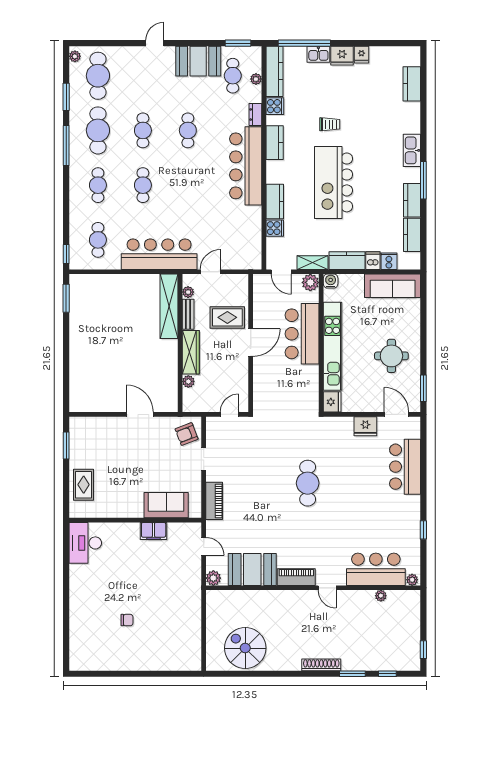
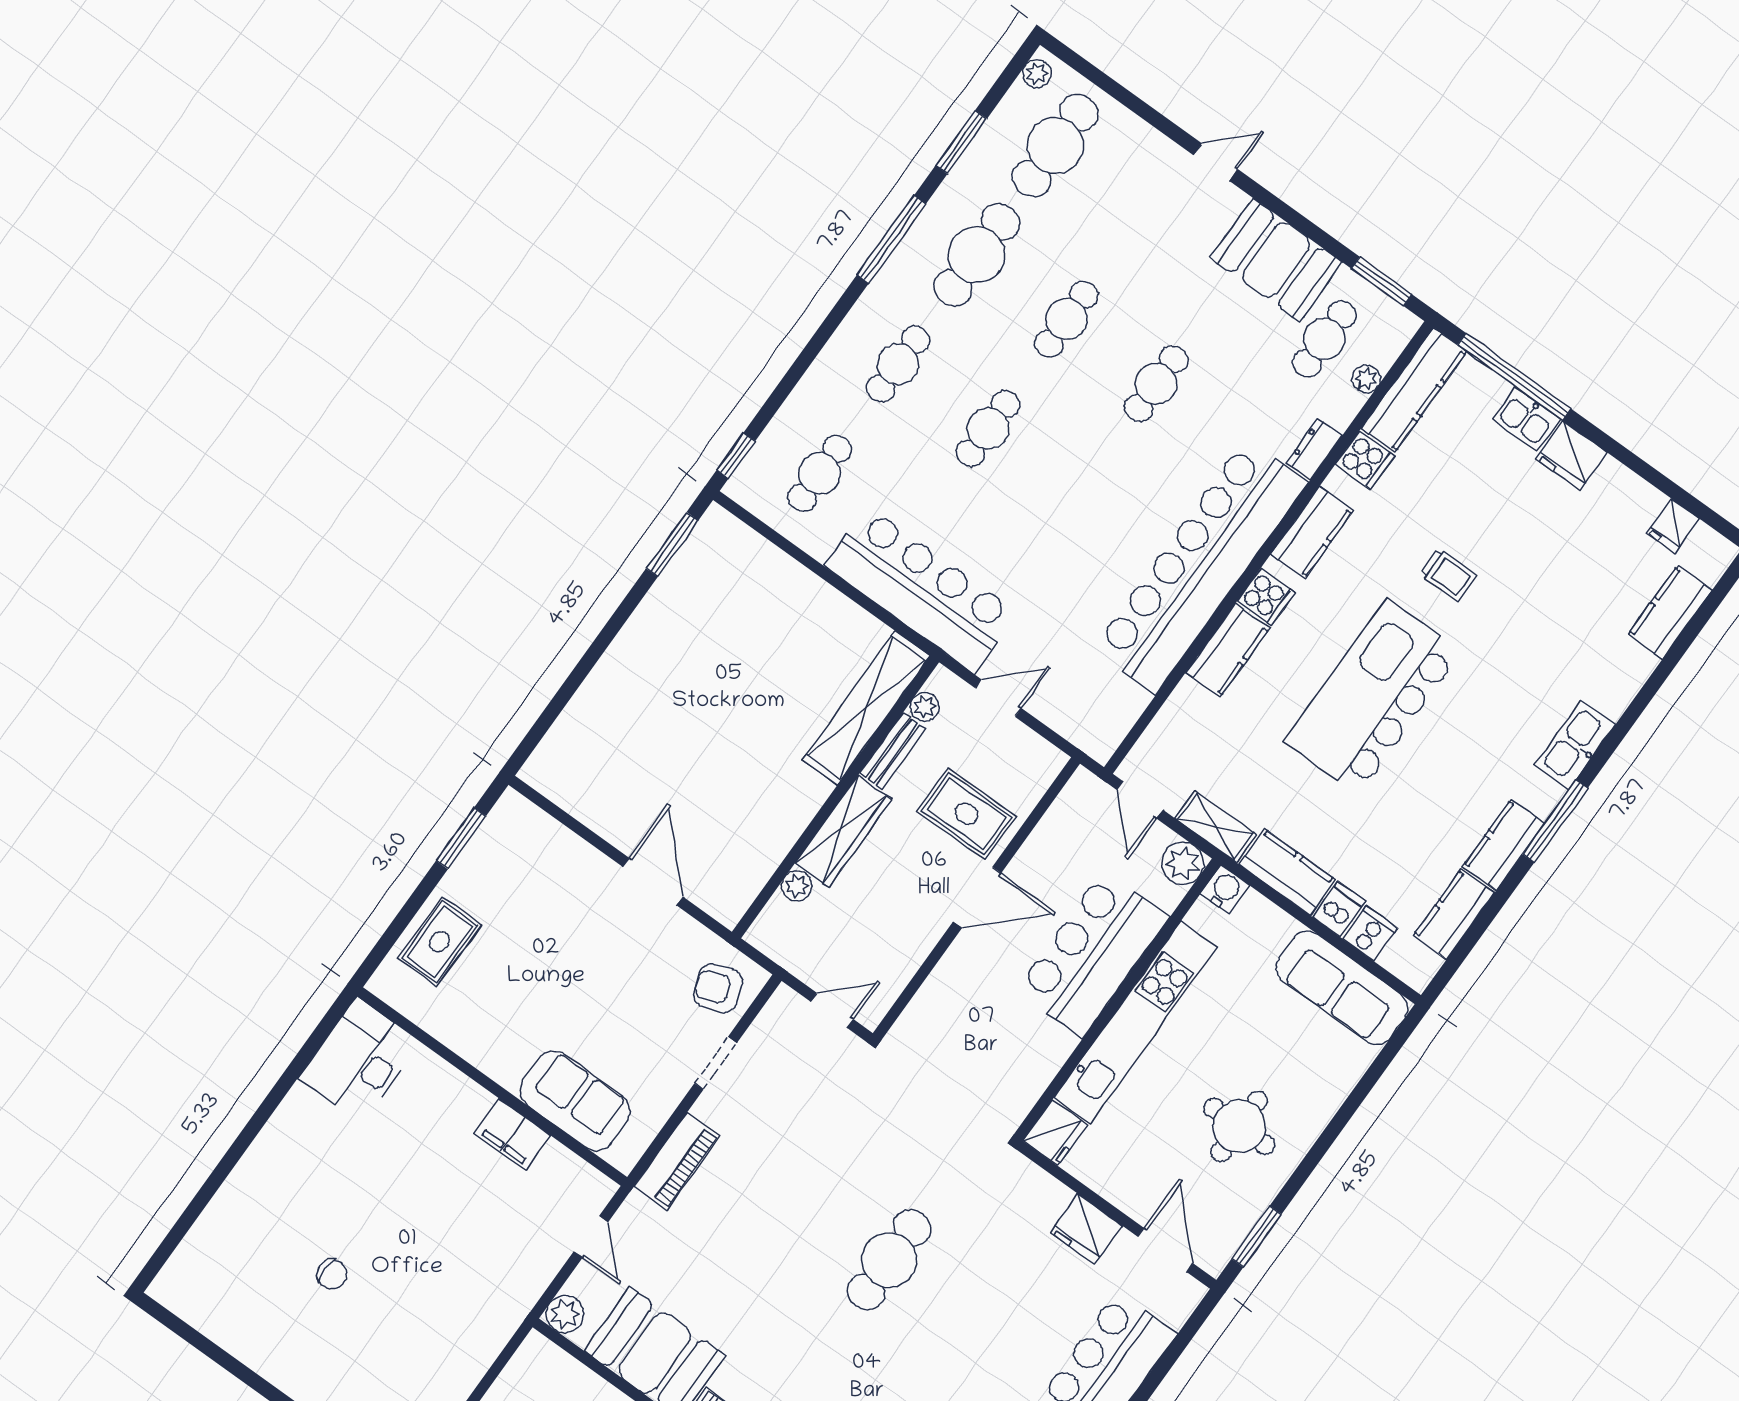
fridge: (361, 55) -> (1673, 526), moved
bar counter: (246, 166) -> (1200, 566), width x1.36
cooker: (275, 228) -> (1266, 597), moved

